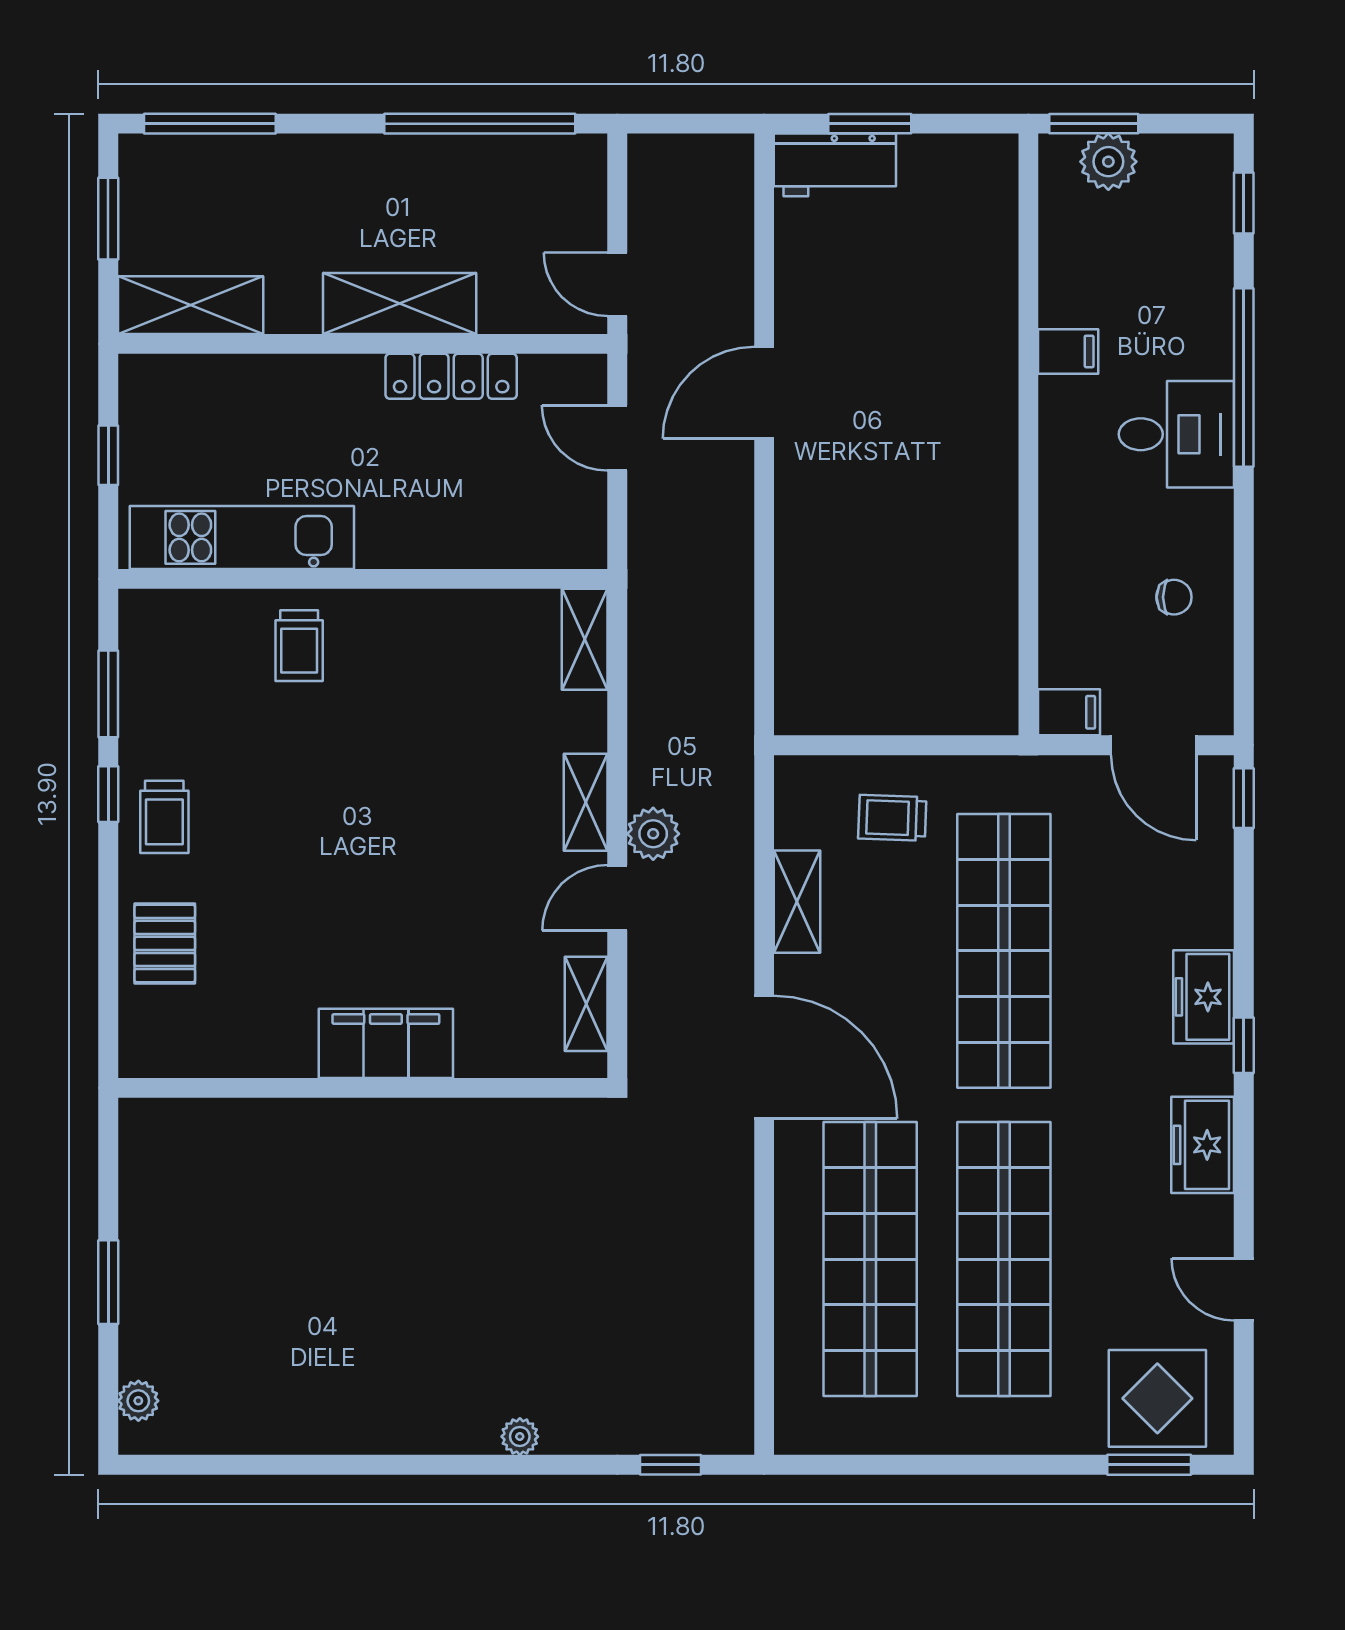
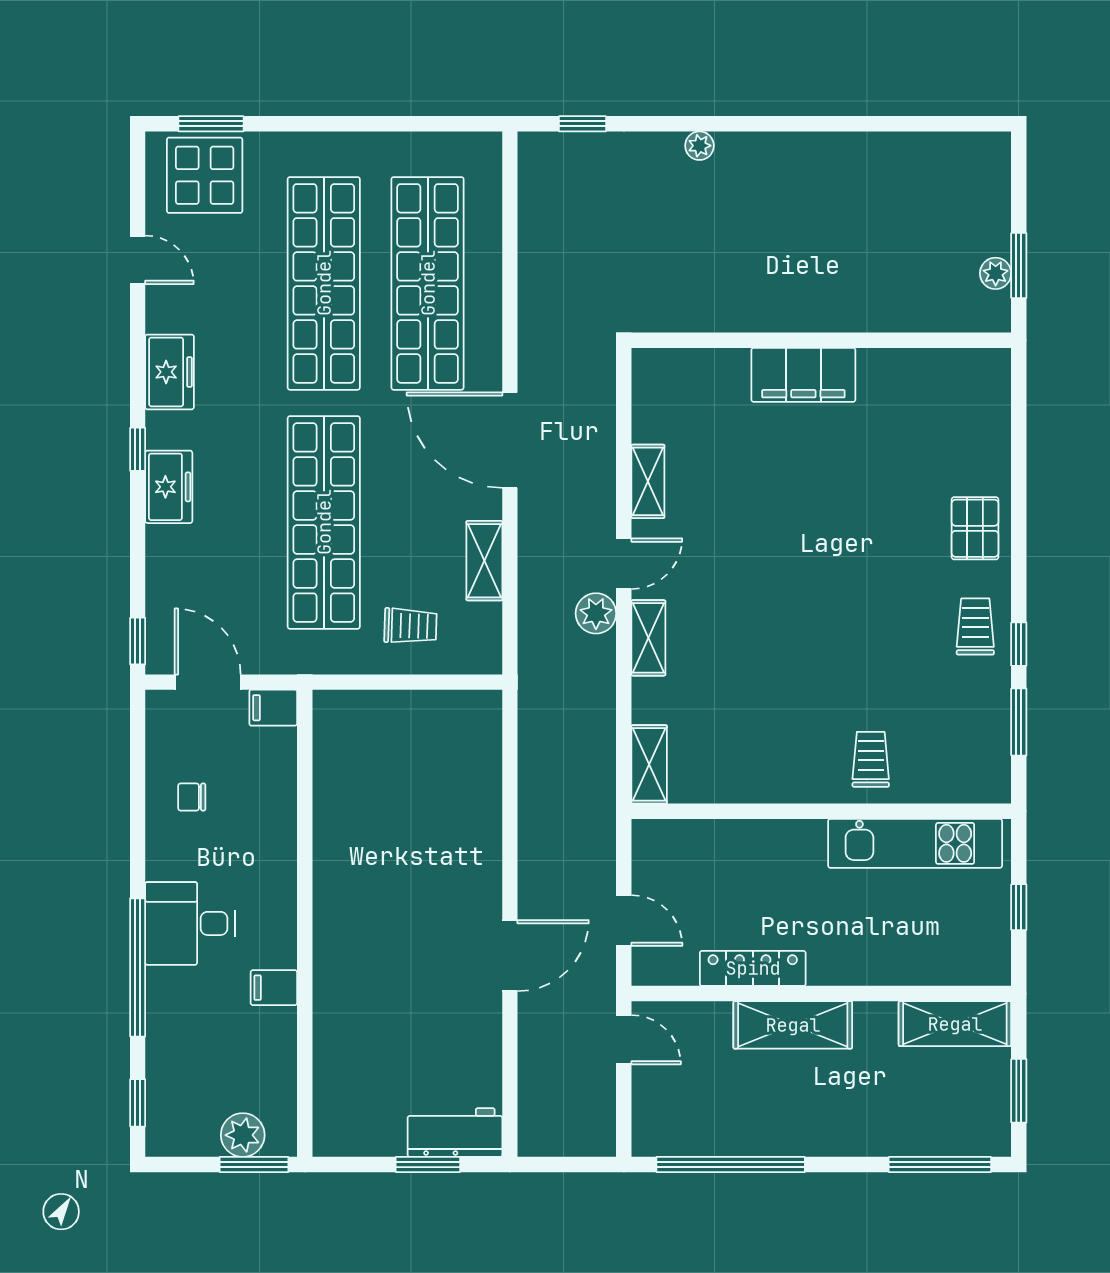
filing cabinet: (386, 1043) -> (803, 375), moved
wall: (363, 1088) -> (821, 340), moved
plant: (138, 1401) -> (996, 273), moved

